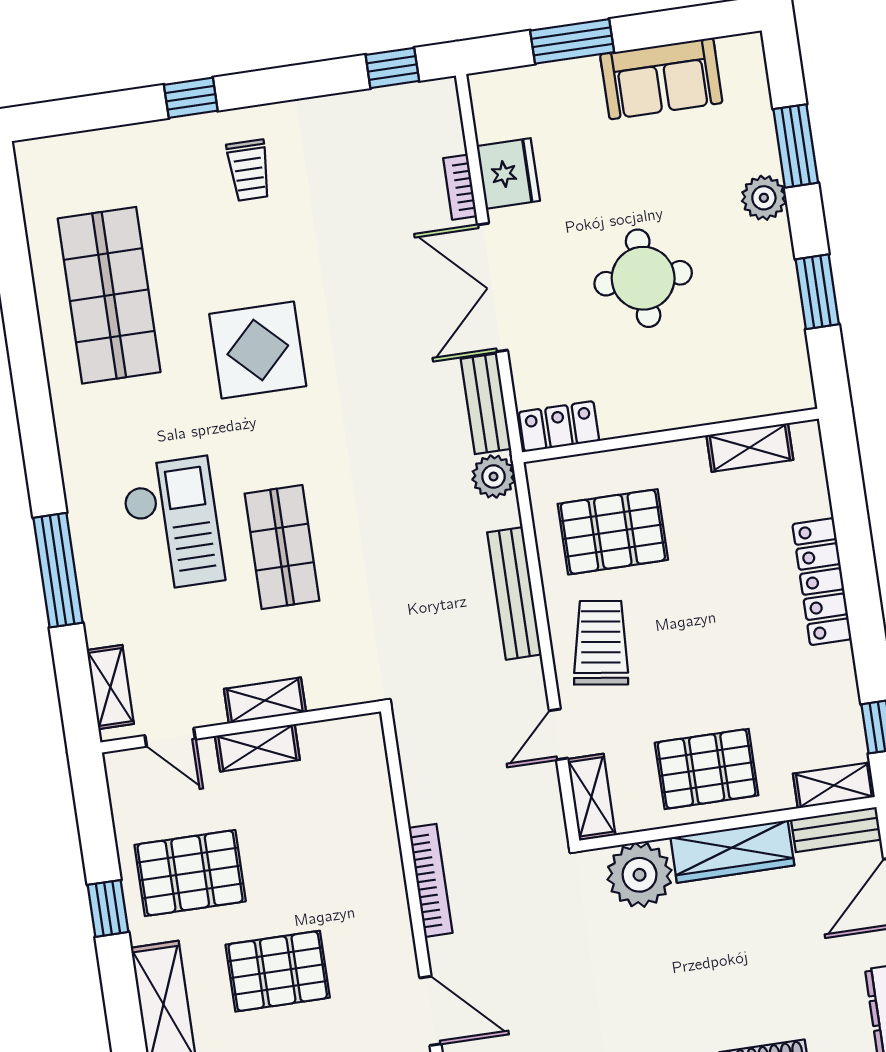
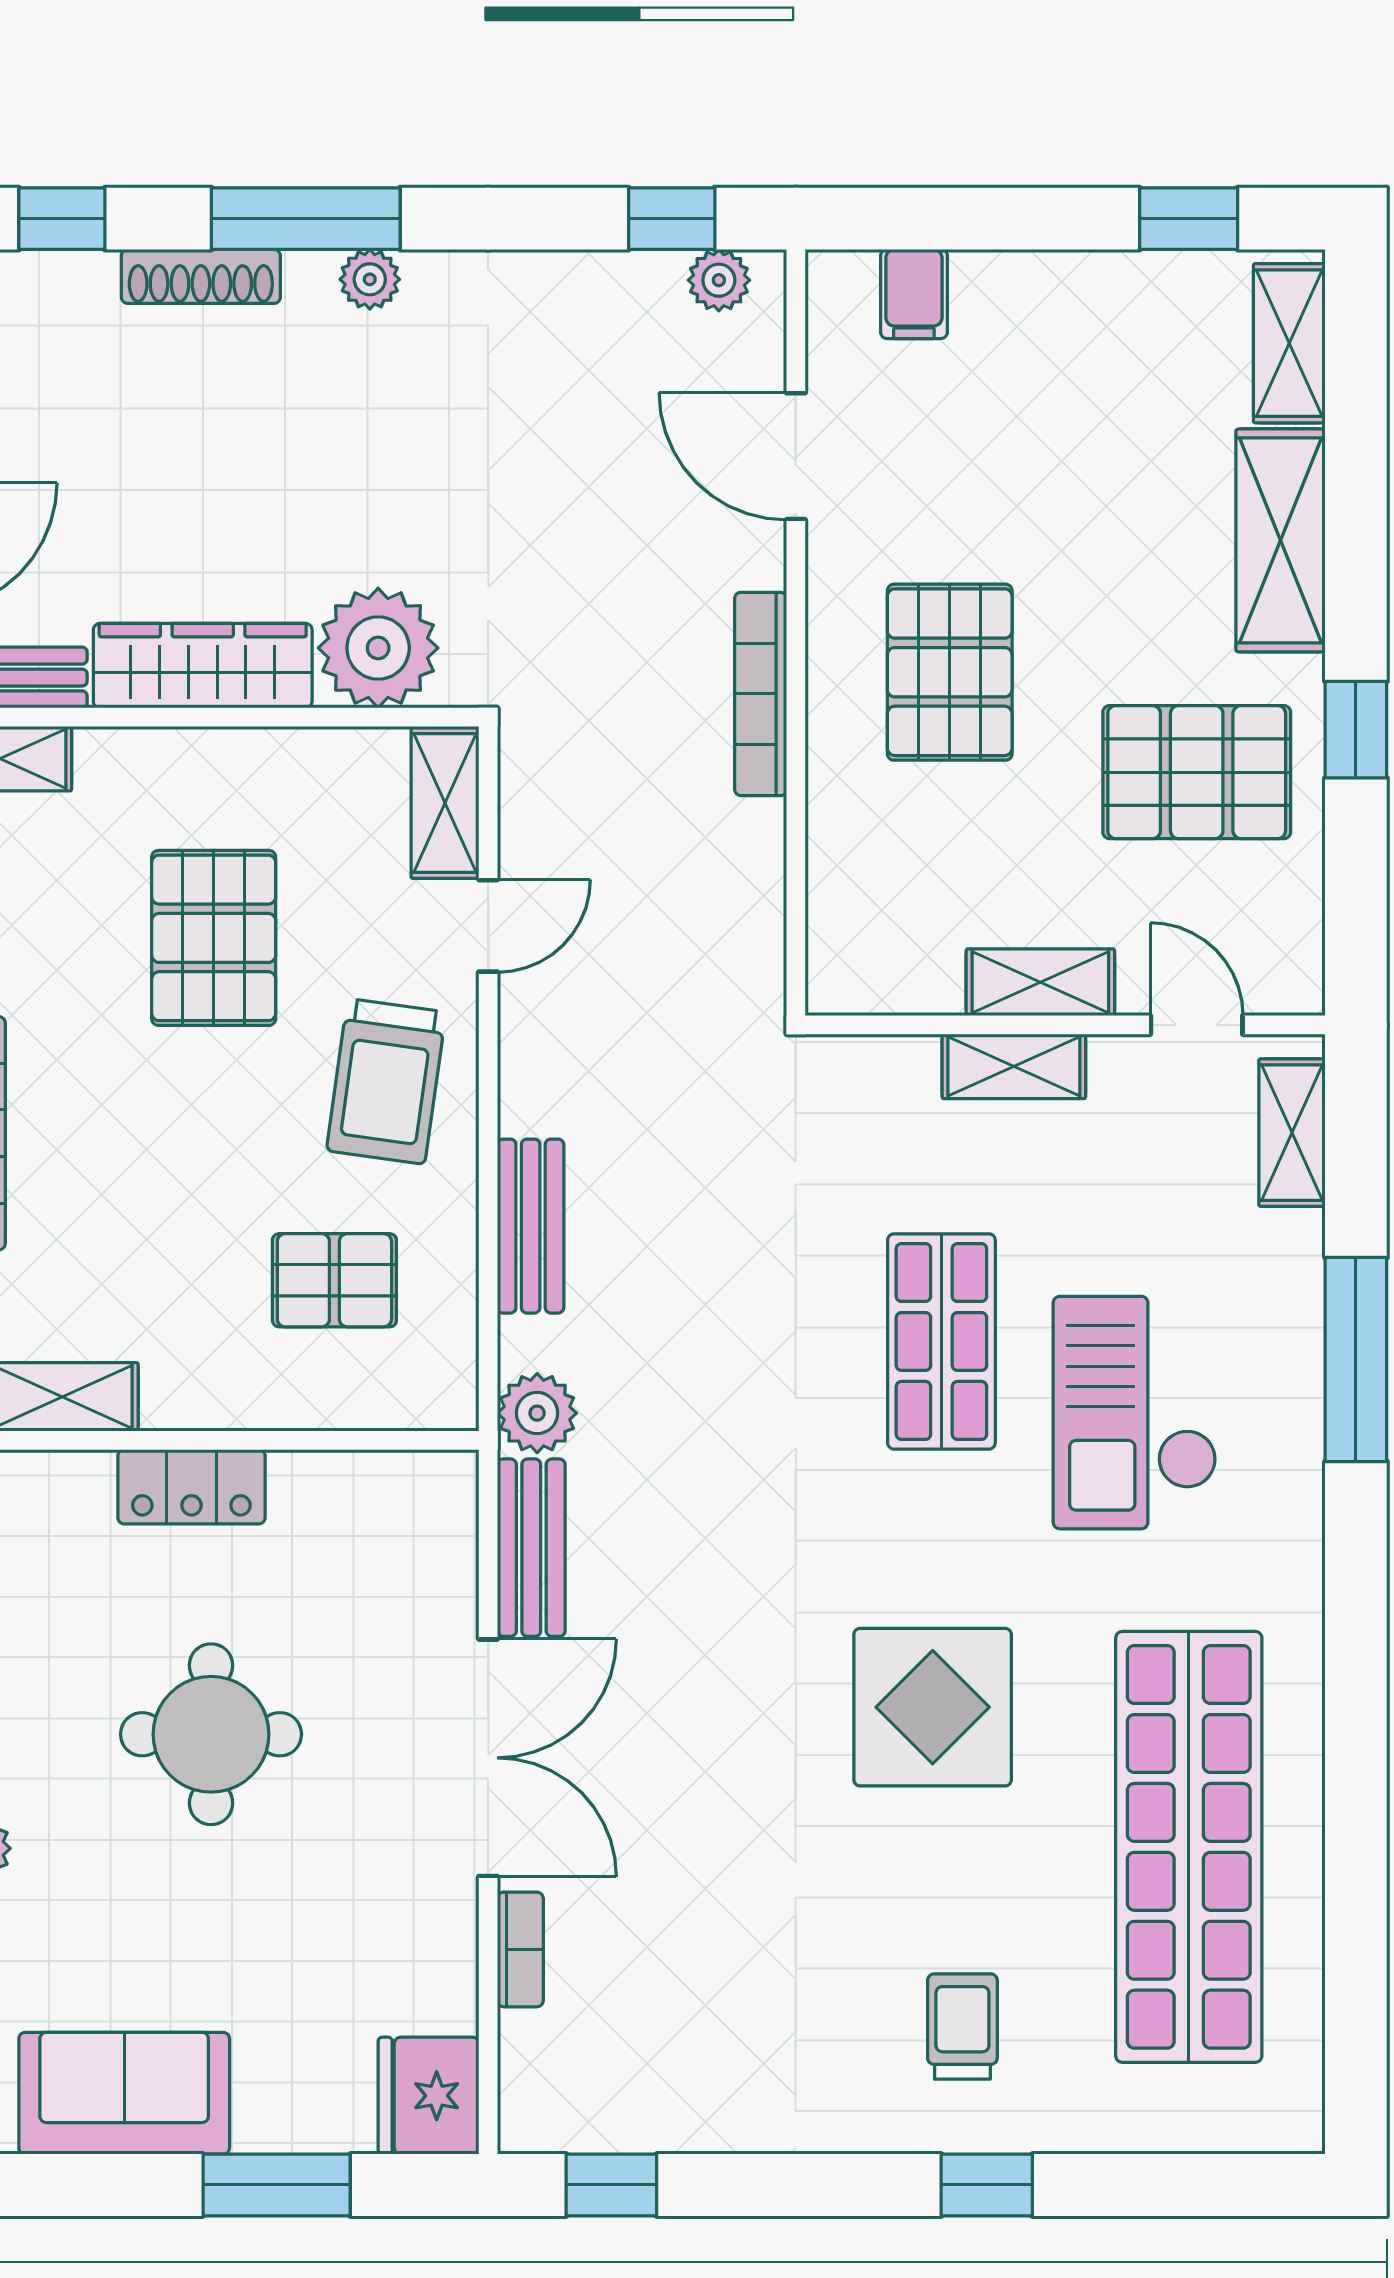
trolley: (249, 170) -> (962, 2027), moved
fridge: (508, 173) -> (429, 2096), moved
shop shelf: (109, 295) -> (1189, 1847), width x1.40
locker: (559, 426) -> (191, 1487), moved
pallet: (613, 532) -> (334, 1280), width x0.67, depth x0.71
bench: (514, 593) -> (531, 1226), width x0.73
pallet: (707, 769) -> (214, 938), moved, turned 90
pallet: (278, 971) -> (950, 672), moved, turned 90

